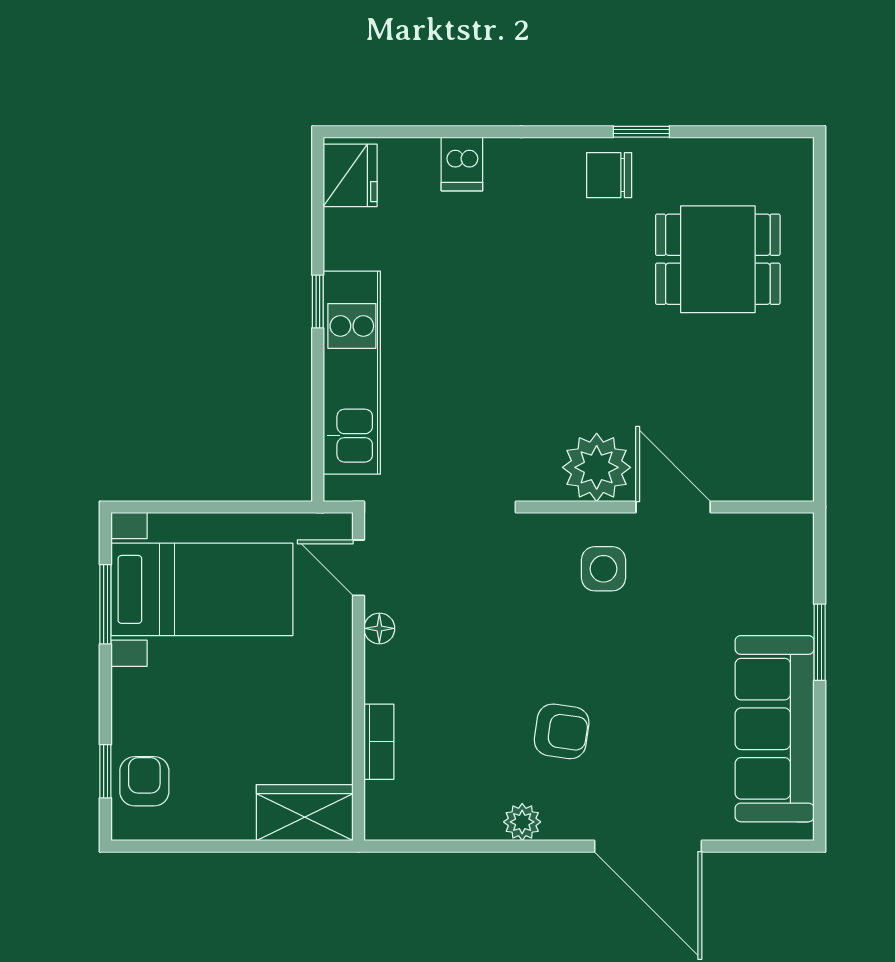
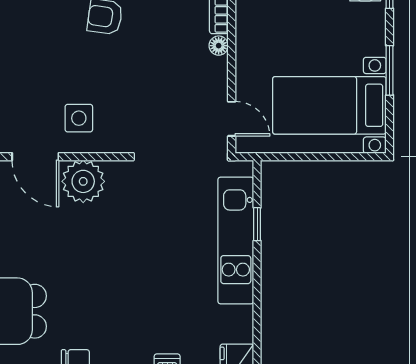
window: (318, 301) -> (257, 224), moved
window: (105, 604) -> (390, 70), moved
floor lamp: (379, 628) -> (219, 46), moved

